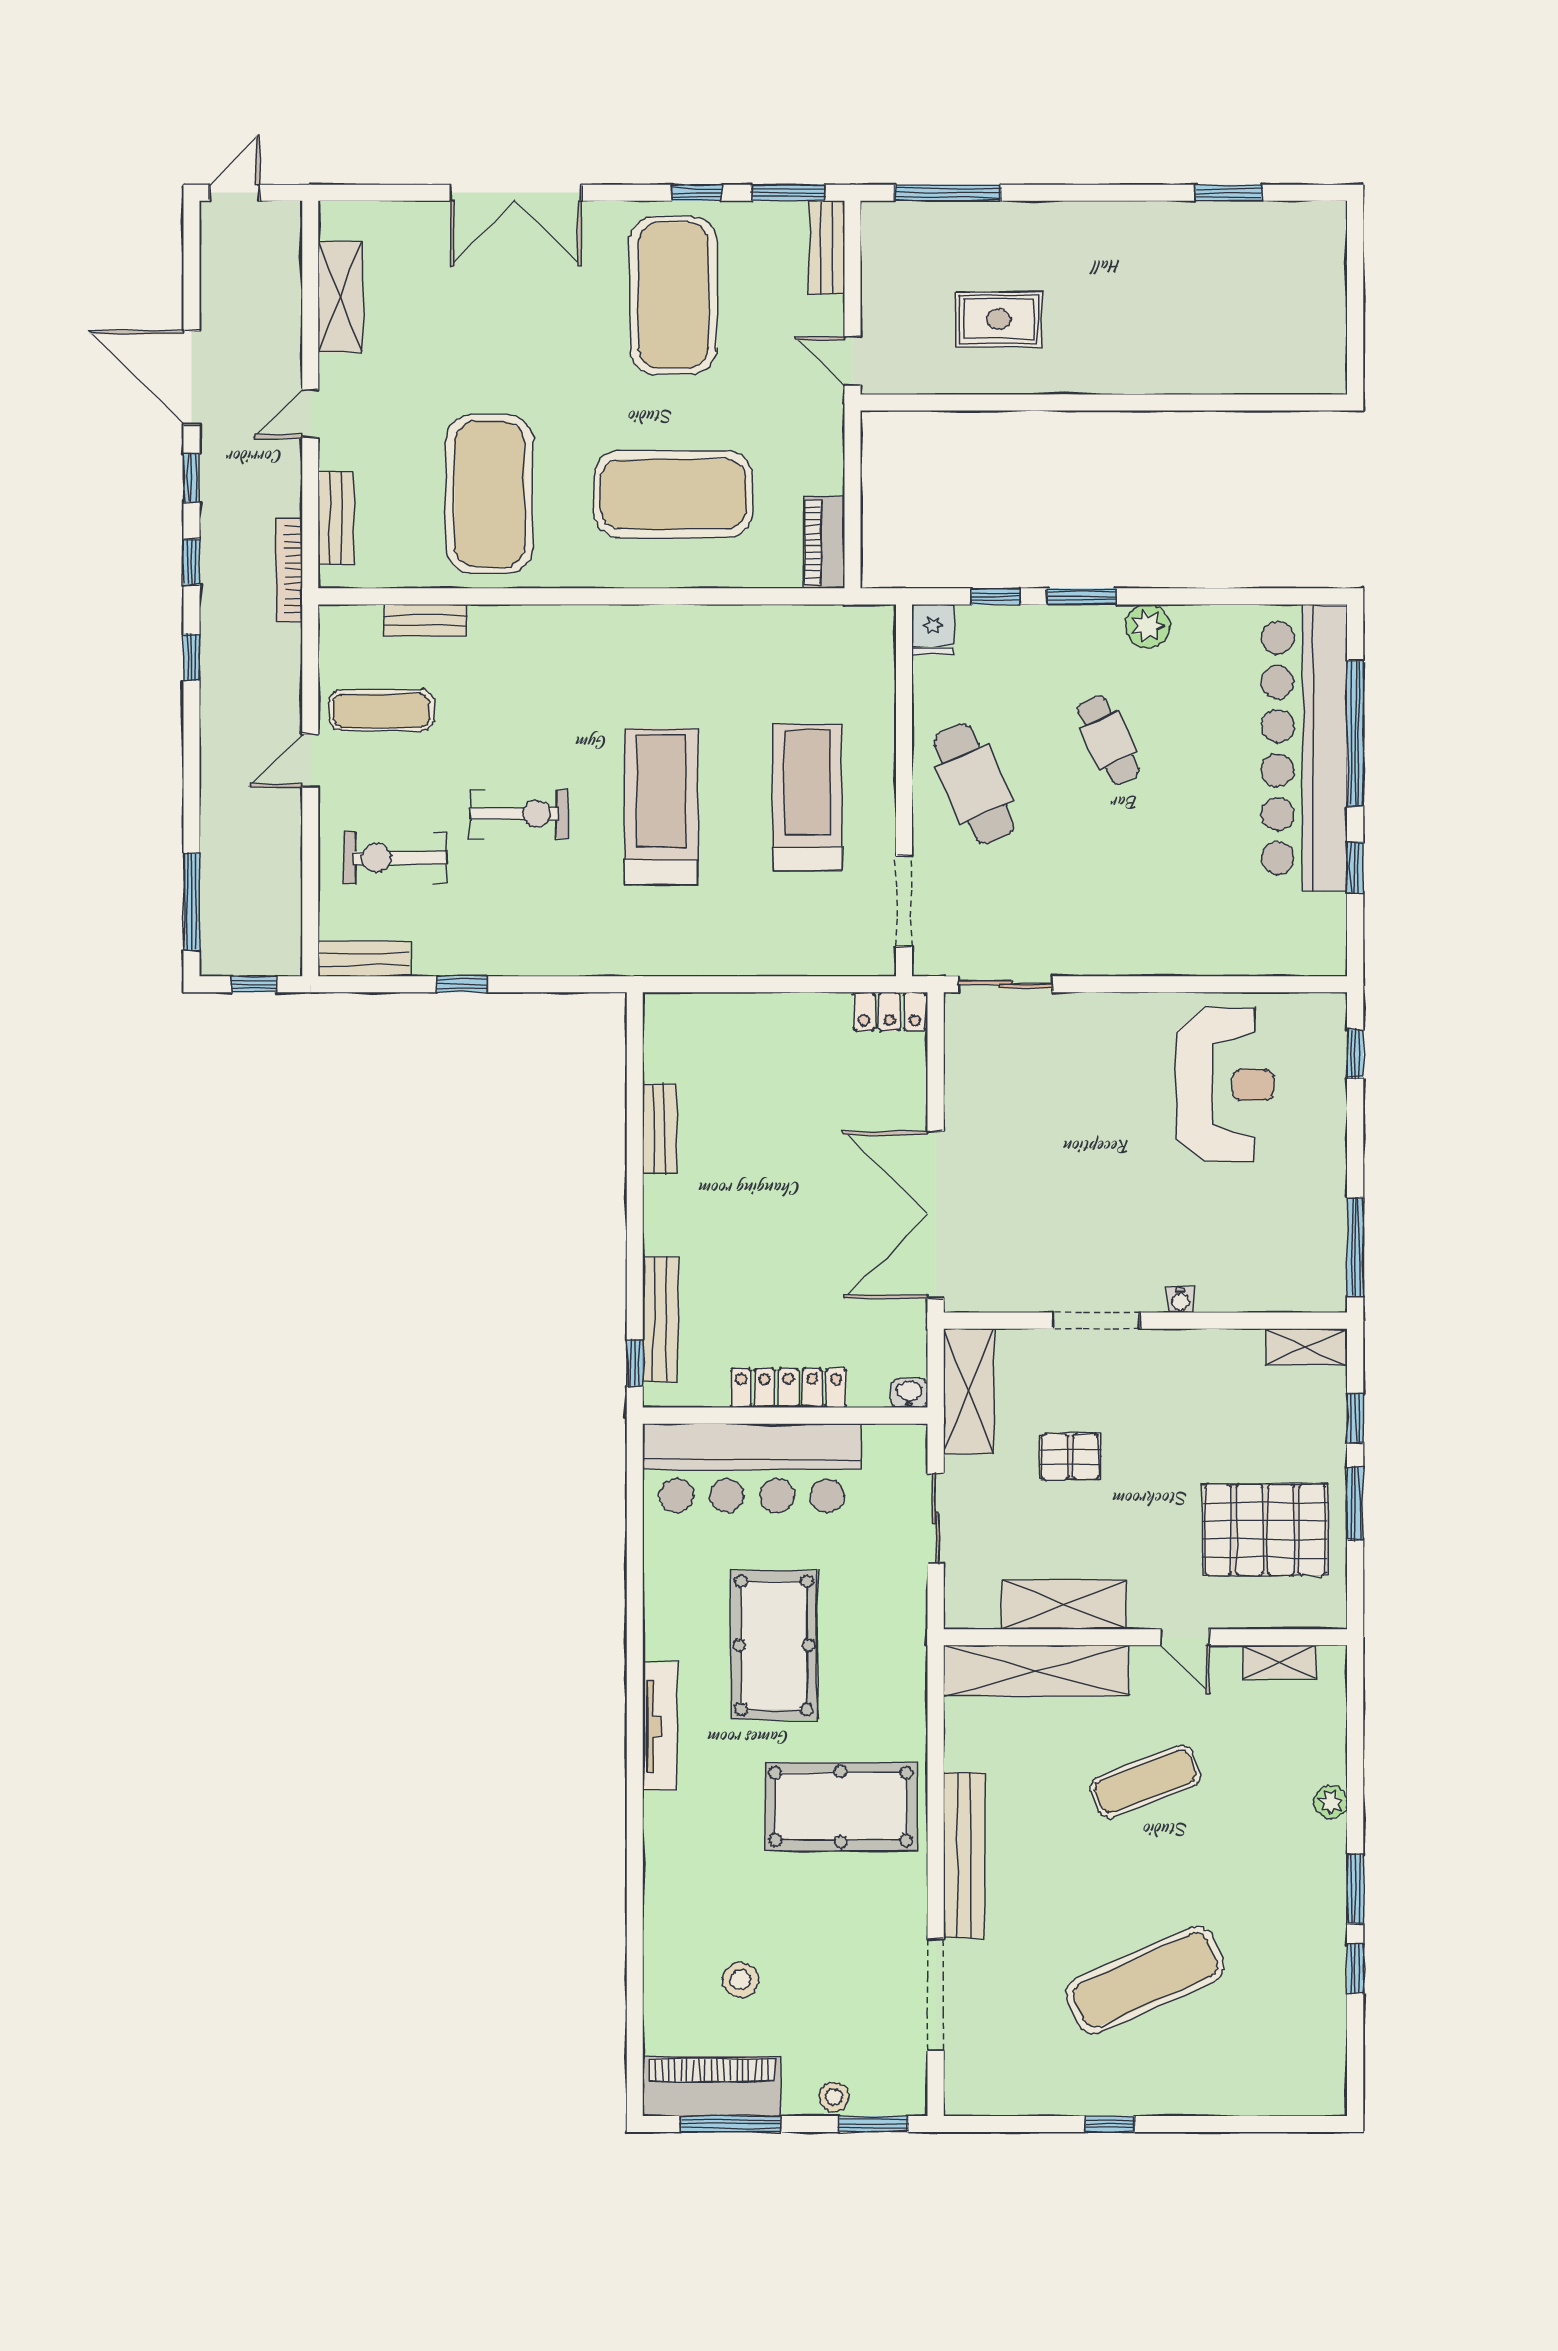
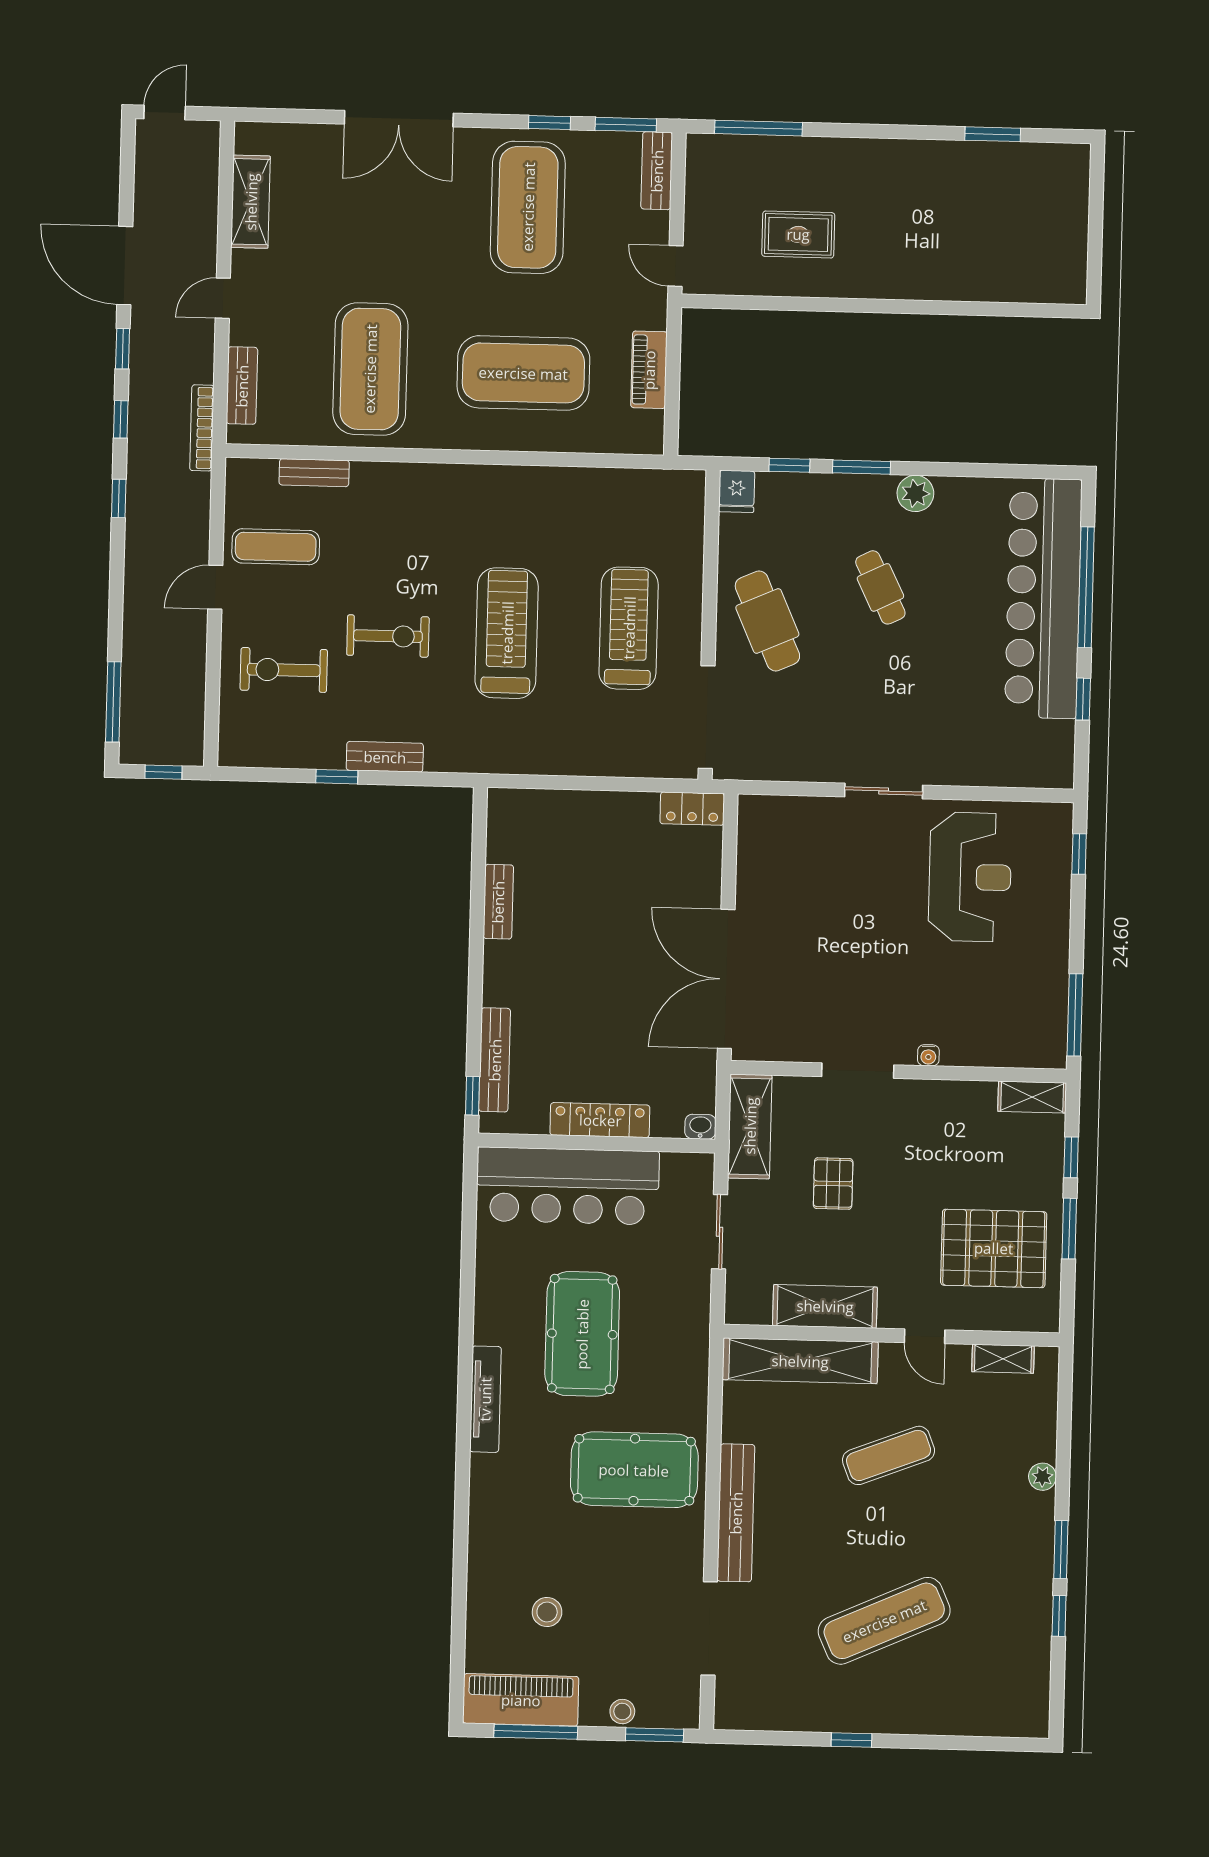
piano: (824, 542) -> (649, 370), moved
doorway: (904, 901) -> (707, 717), width x1.36
bench: (364, 959) -> (385, 757), moved
sliding door: (1006, 984) -> (884, 791), moved
pallet: (1070, 1457) -> (833, 1184), turned 90

